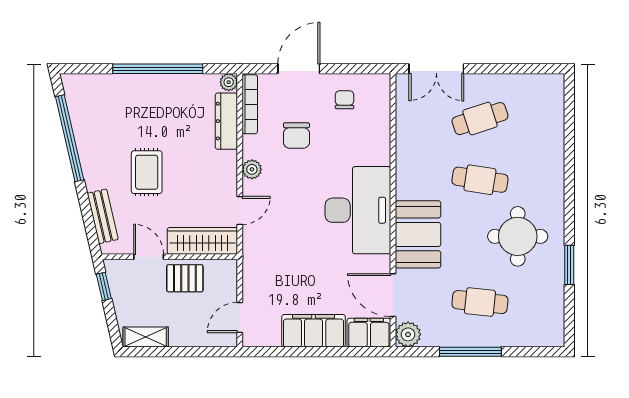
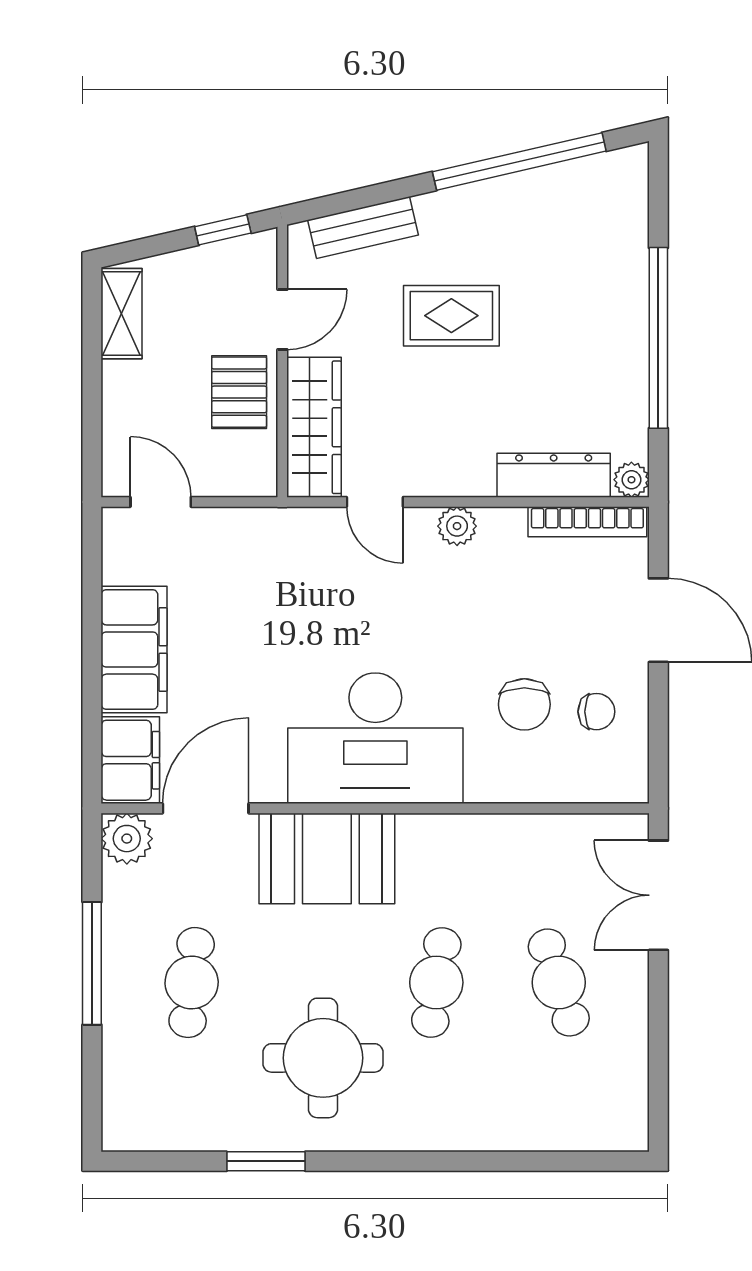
chair: (296, 136) -> (524, 704), moved, turned -90

